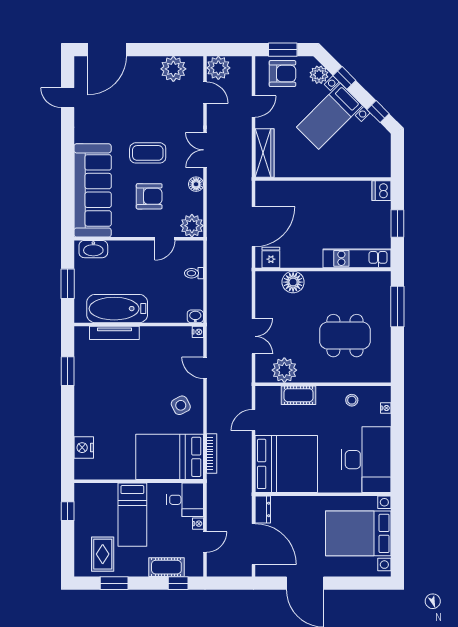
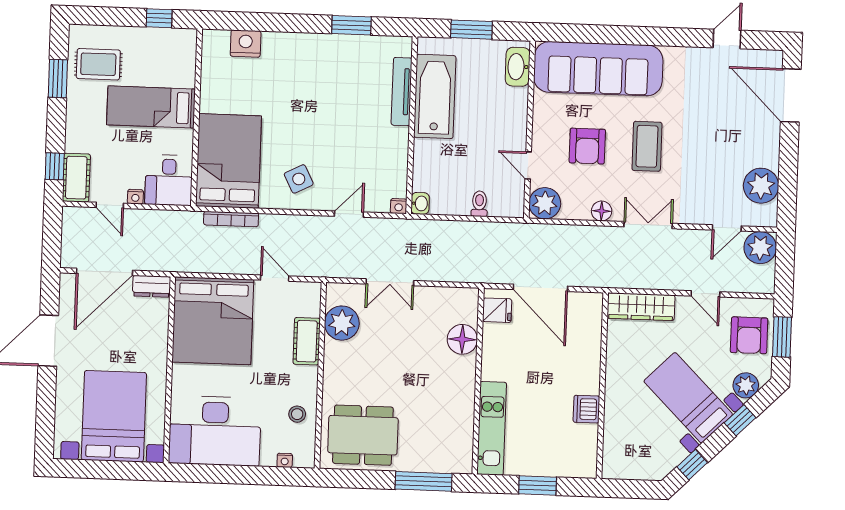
dishwasher: (382, 191) -> (586, 409), moved, turned -90
dining table: (345, 336) -> (363, 435), moved, turned 90
cot: (166, 567) -> (76, 178), moved

